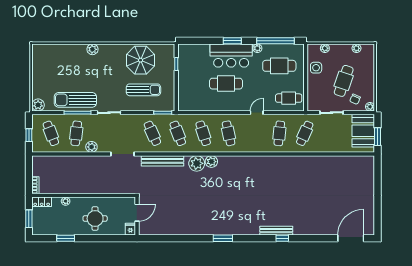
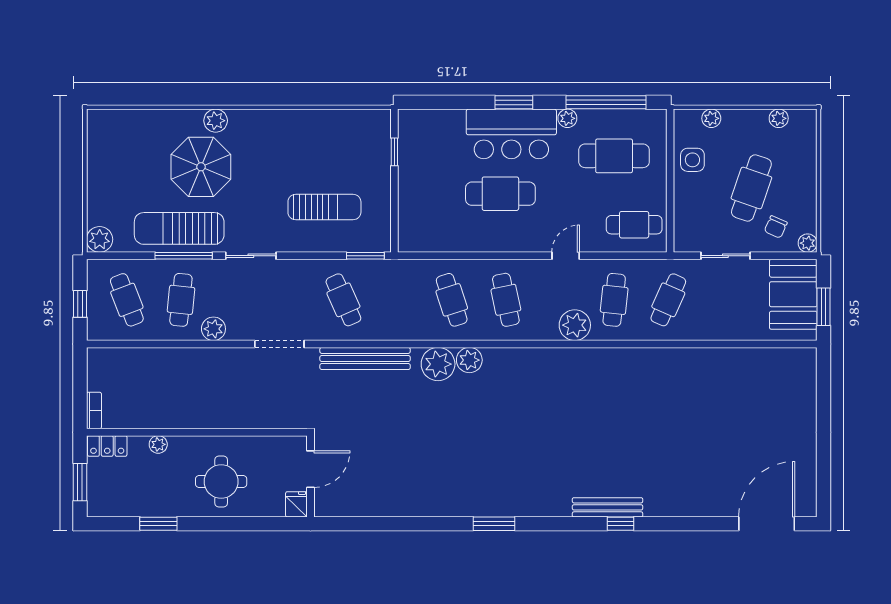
parasol: (141, 60) -> (201, 167), moved
cafe table: (178, 133) -> (398, 300), removed
plant: (261, 145) -> (575, 325), added

